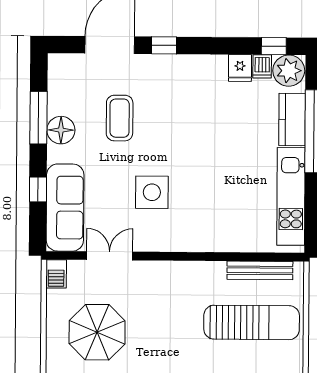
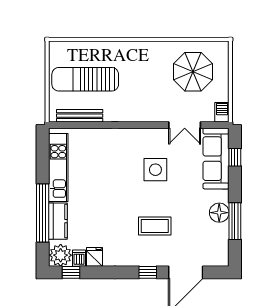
coffee table: (120, 118) -> (155, 226), moved, turned 90
window: (38, 189) -> (235, 157), moved

